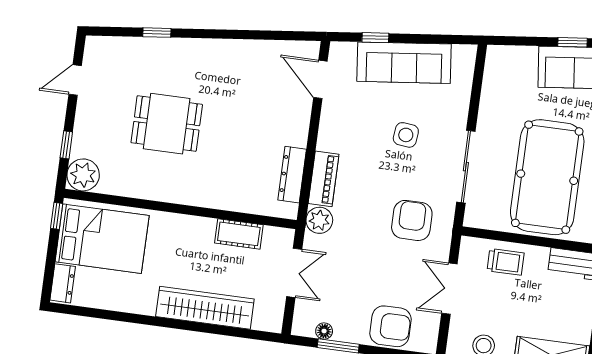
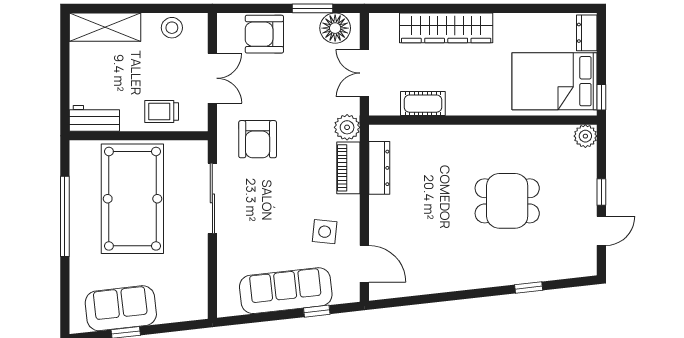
side table: (406, 135) -> (325, 232), moved
window: (66, 145) -> (601, 192), moved
plant: (83, 175) -> (585, 136), width x0.73, depth x0.73
floor lamp: (324, 331) -> (335, 28), width x1.89, depth x1.89

